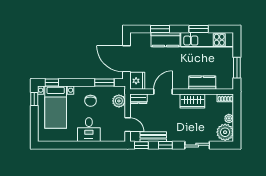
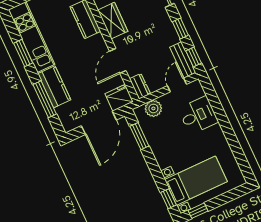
window: (160, 29) -> (45, 99), width x1.44
door: (163, 92) -> (118, 61), hinge flipped
chair: (91, 101) -> (169, 142), removed
desk: (89, 130) -> (198, 115), moved
bench: (153, 137) -> (183, 60), moved

